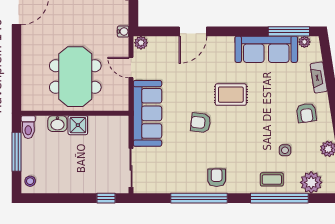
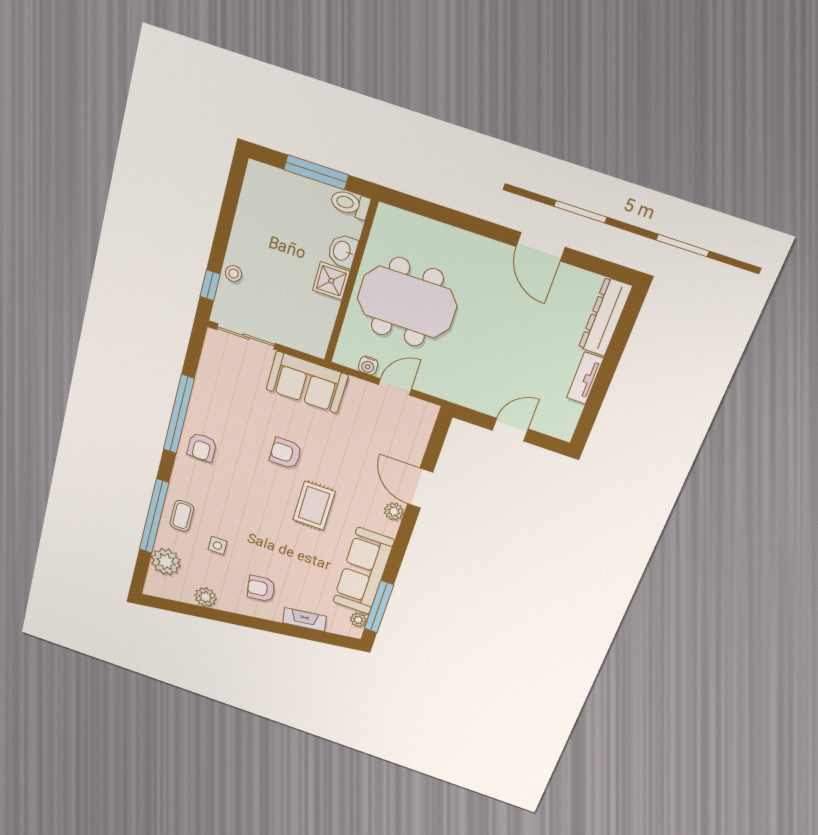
water cooler: (123, 31) -> (368, 366), moved
plant: (141, 43) -> (394, 511), moved
sofa: (147, 113) -> (307, 382), width x0.73
armchair: (201, 123) -> (286, 453), turned -96
armchair: (217, 178) -> (202, 447), turned 90
stool: (30, 181) -> (234, 274), moved

